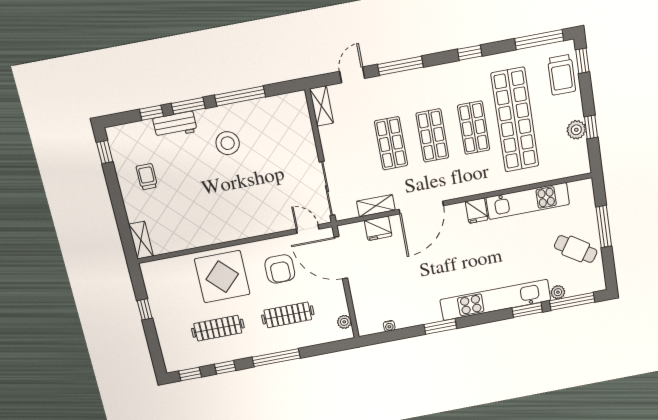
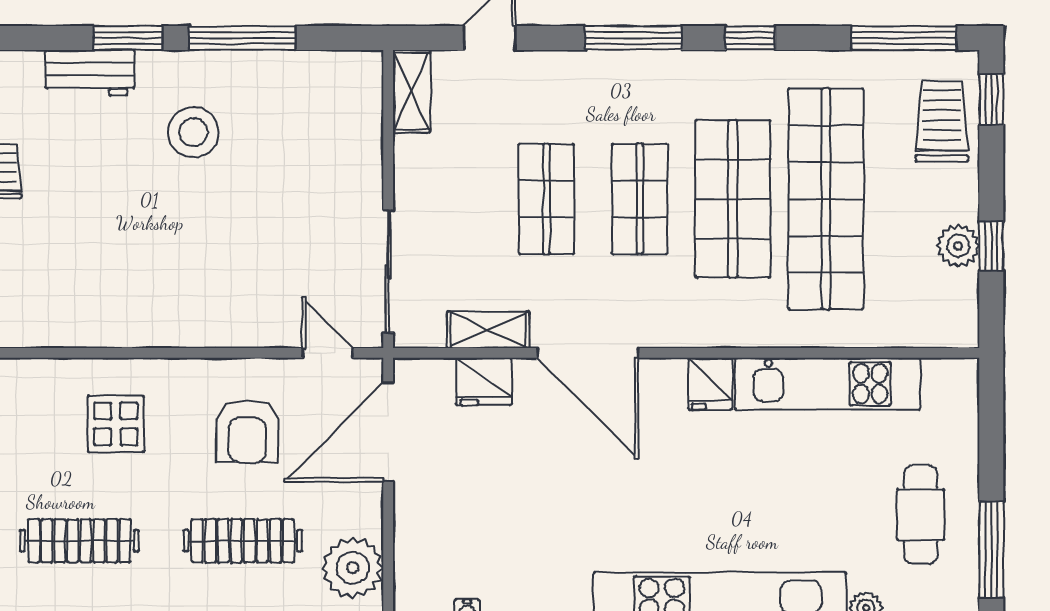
window: (400, 66) -> (633, 38), moved
trolley: (562, 75) -> (942, 121), turned 180
window: (151, 113) -> (46, 38), removed
shop shelf: (474, 128) -> (733, 199), width x1.43, depth x1.36
door: (421, 207) -> (588, 353), hinge flipped
window: (604, 227) -> (991, 550), moved
cafe table: (576, 249) -> (921, 515), turned 57
door: (341, 258) -> (388, 432), hinge flipped
display table: (222, 277) -> (116, 424), width x0.54, depth x0.54
plant: (344, 322) -> (353, 568), width x1.87, depth x1.87

